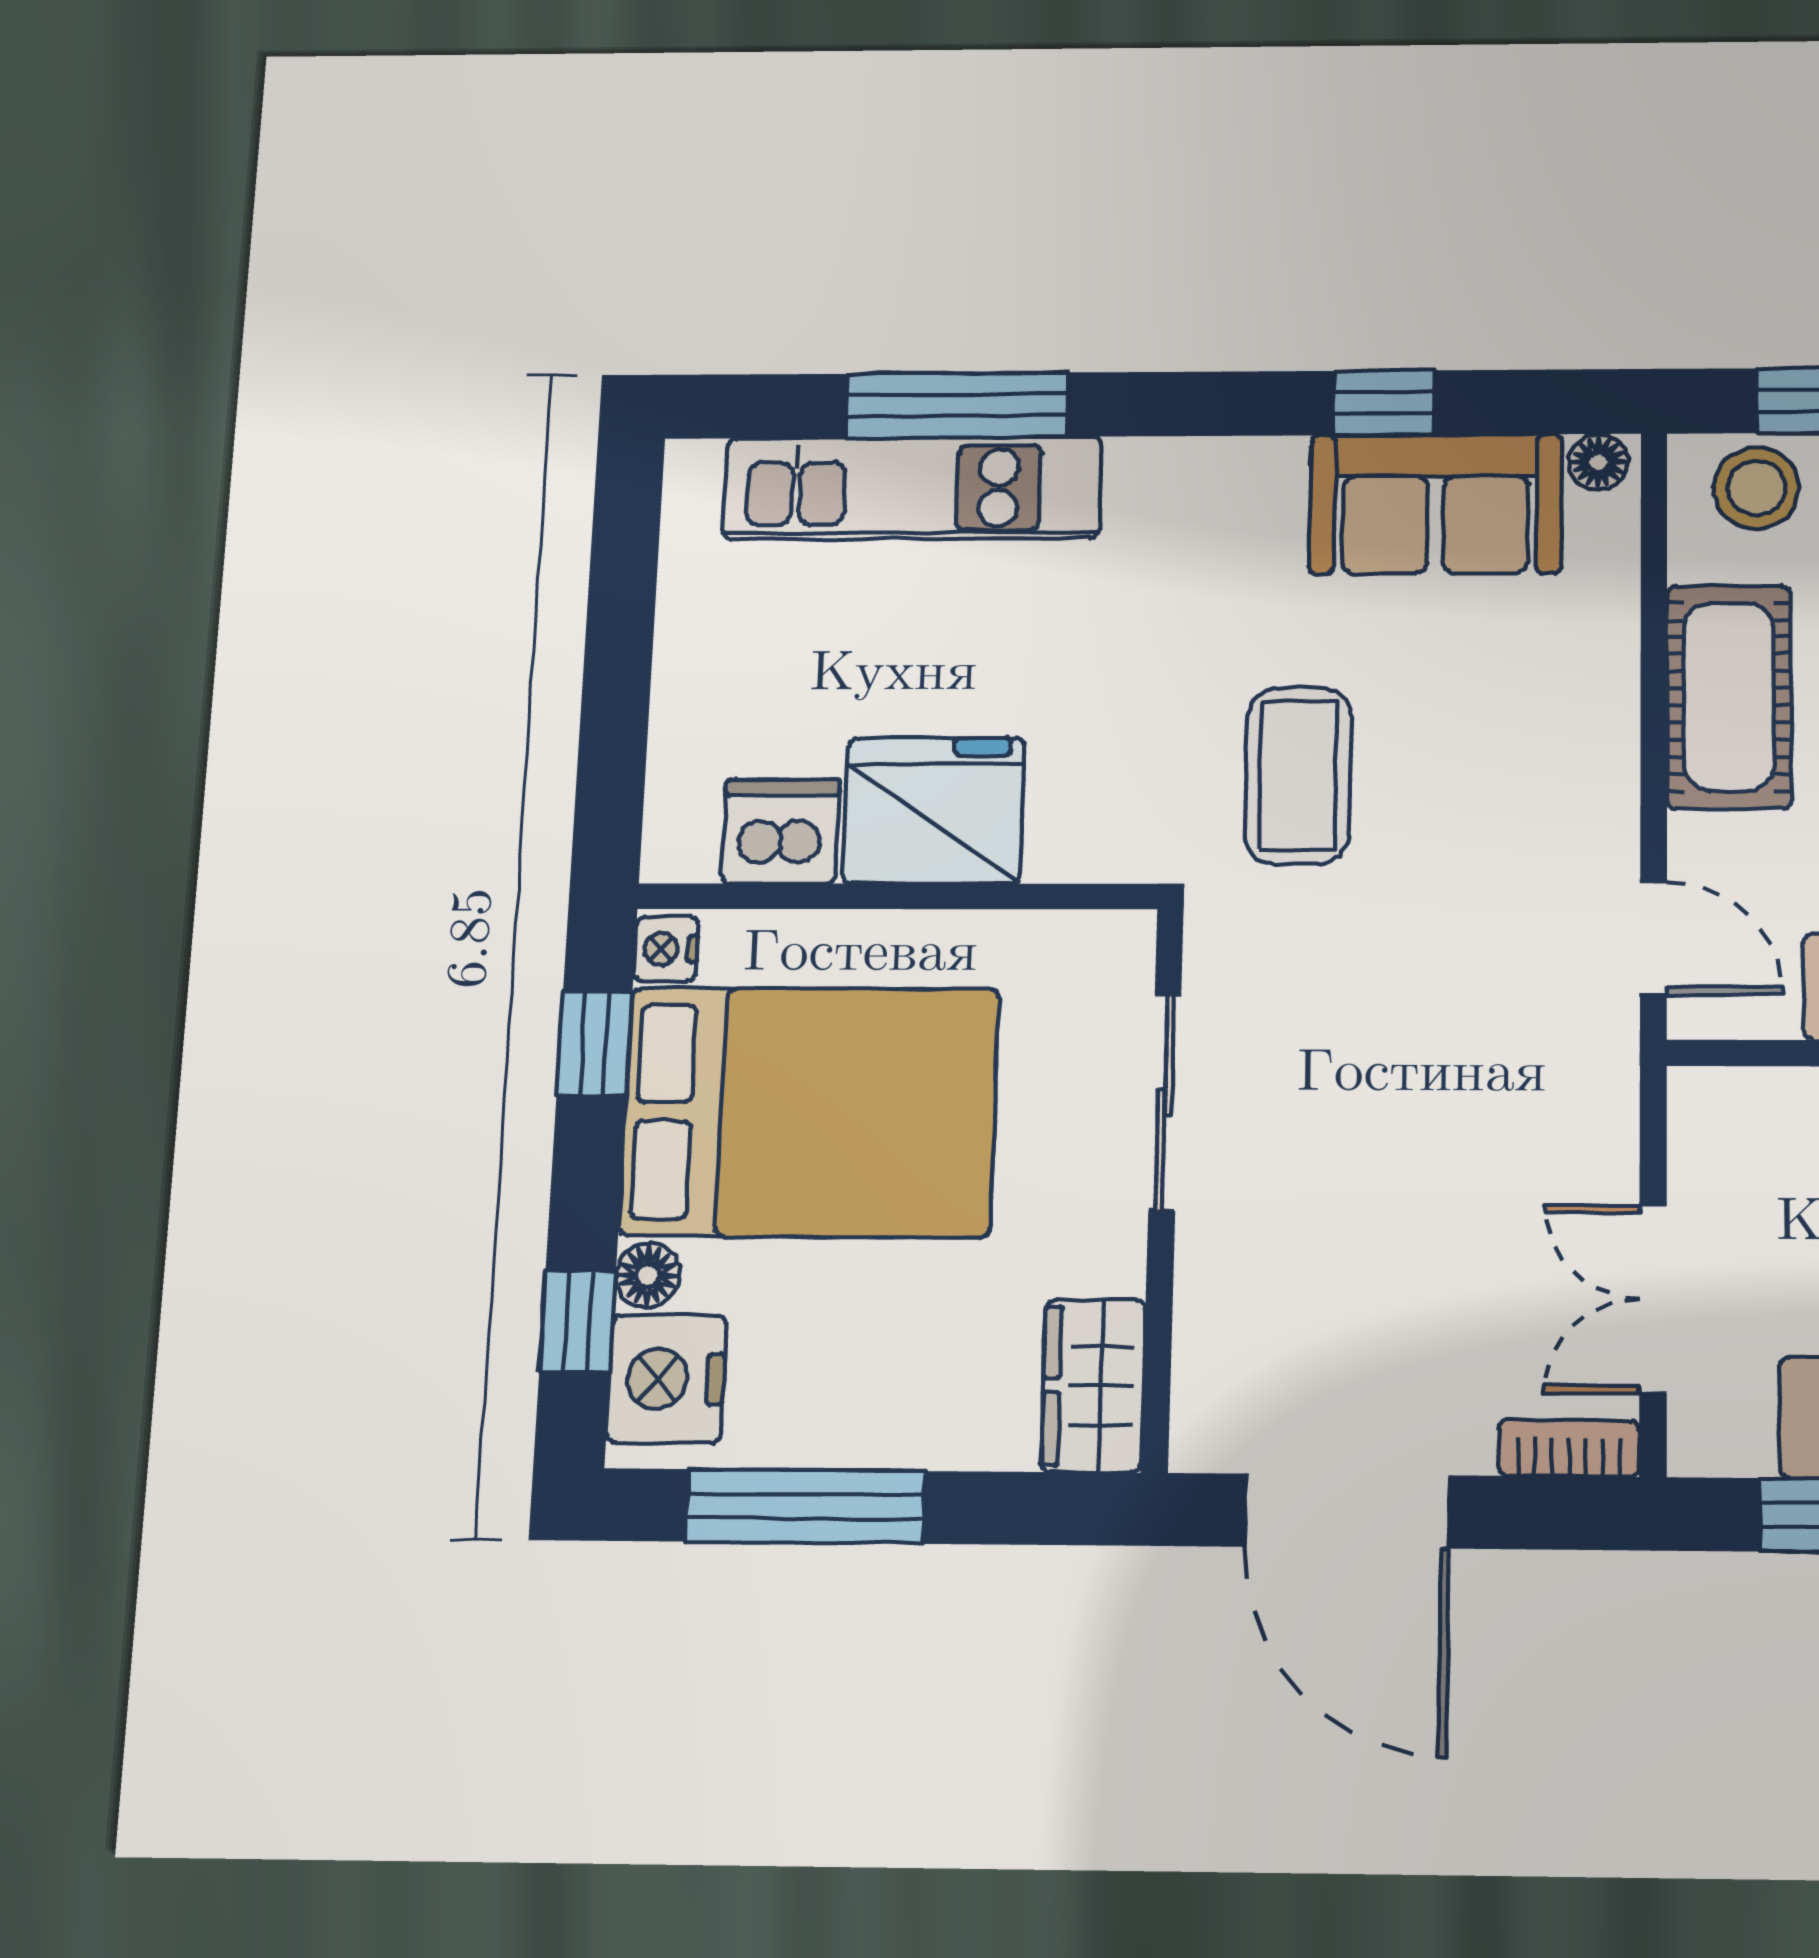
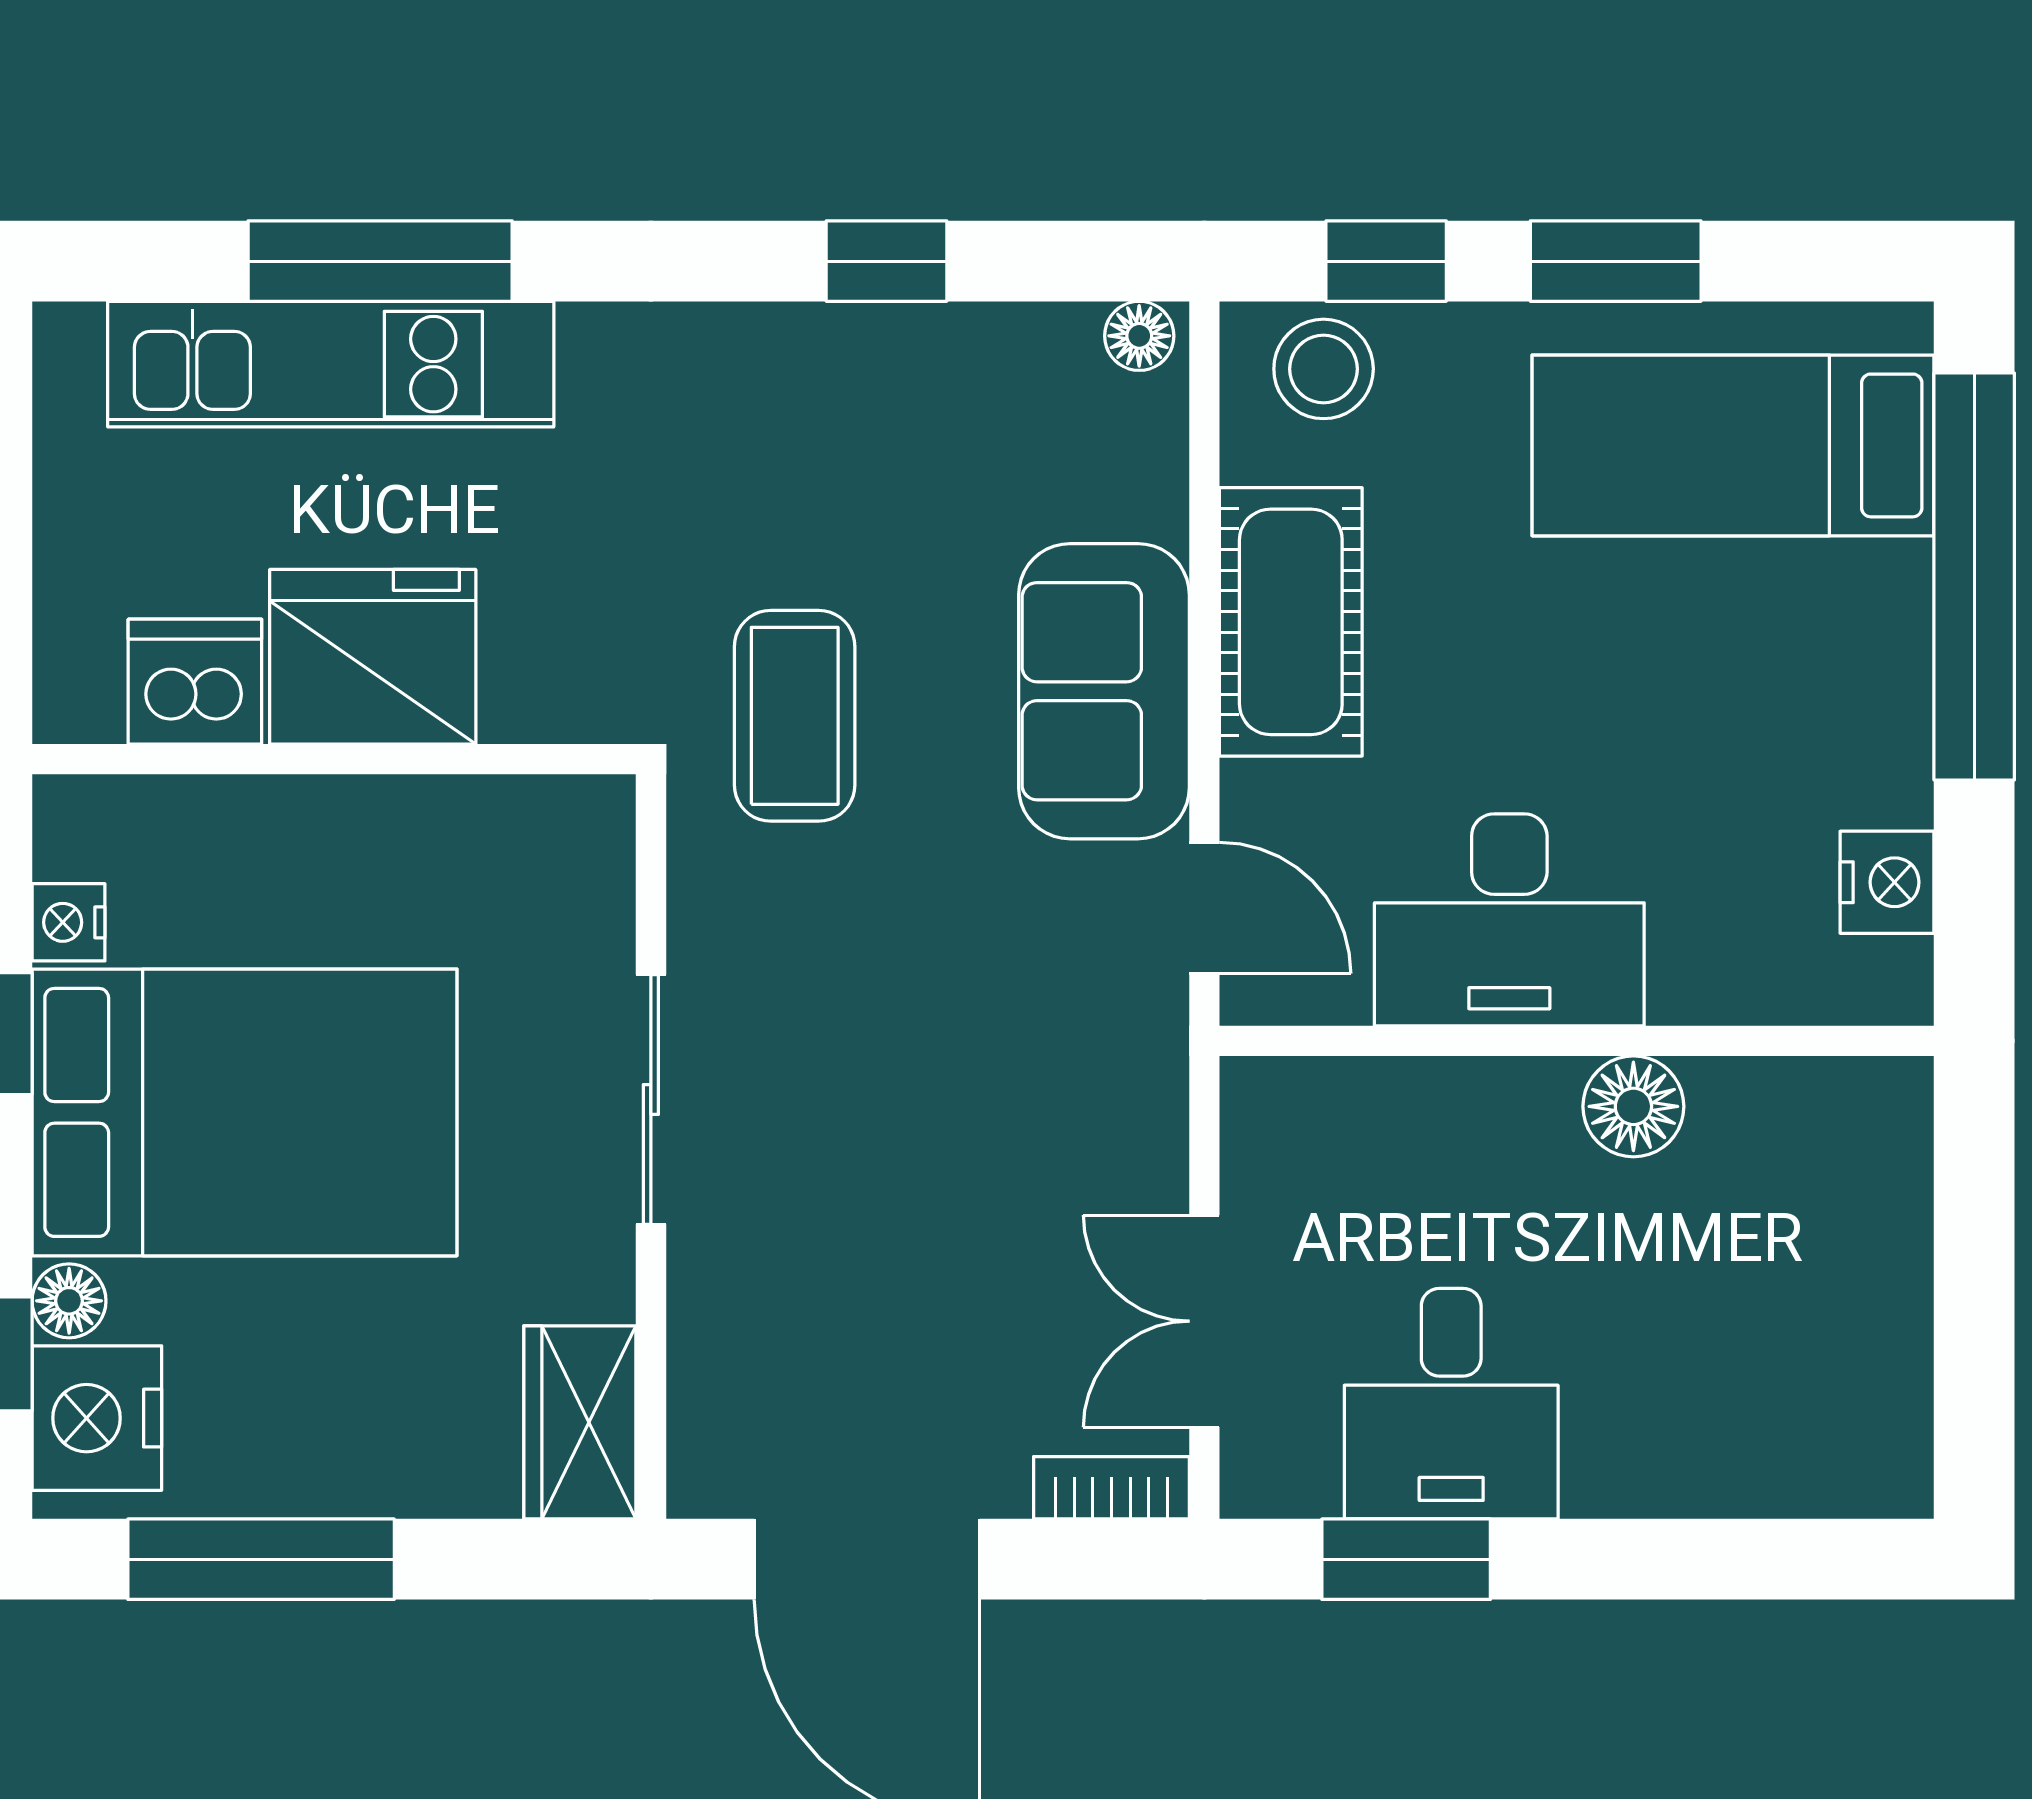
sofa: (1436, 504) -> (1104, 691), moved, turned 90
fridge: (934, 810) -> (373, 657), moved
dishwasher: (781, 831) -> (195, 682), moved
wall: (897, 896) -> (334, 759), moved

